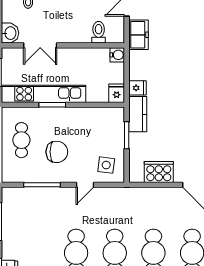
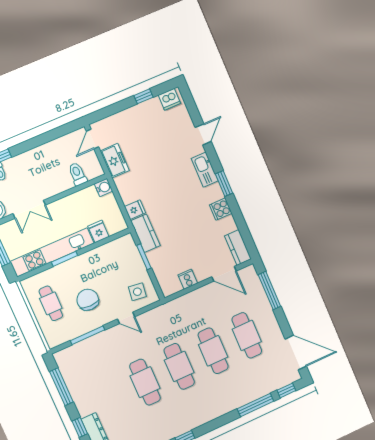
fridge: (117, 93) -> (98, 231), moved
chair: (57, 152) -> (88, 300), turned -90
cooker: (159, 172) -> (188, 279), width x0.53, depth x0.76
door: (85, 185) -> (126, 318), hinge flipped

